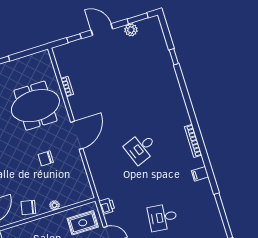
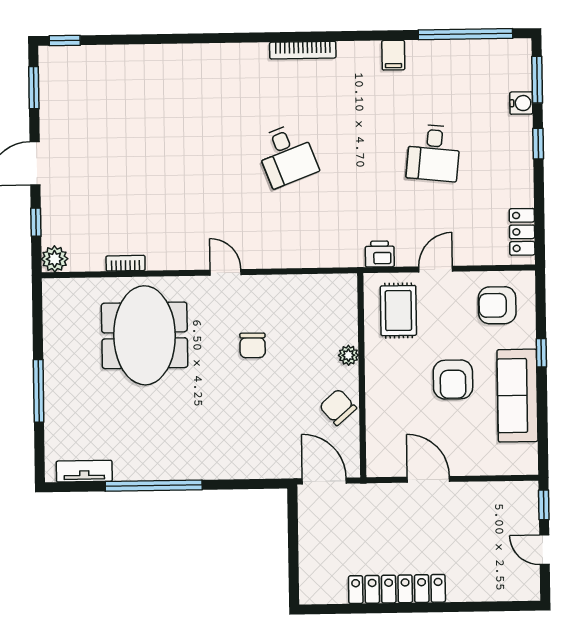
plant: (131, 30) -> (55, 259), moved
window: (174, 57) -> (65, 40), moved
door: (77, 135) -> (226, 272), width x0.53
filing cabinet: (200, 174) -> (393, 55), moved
chair: (28, 208) -> (338, 407), turned 127

